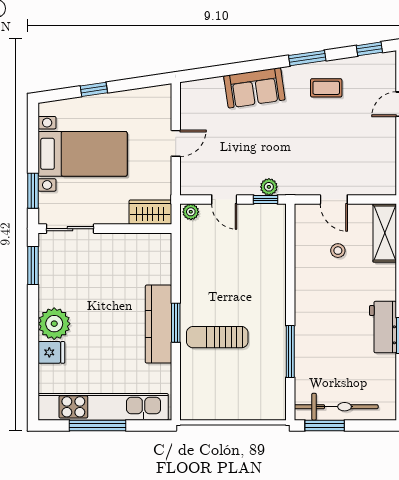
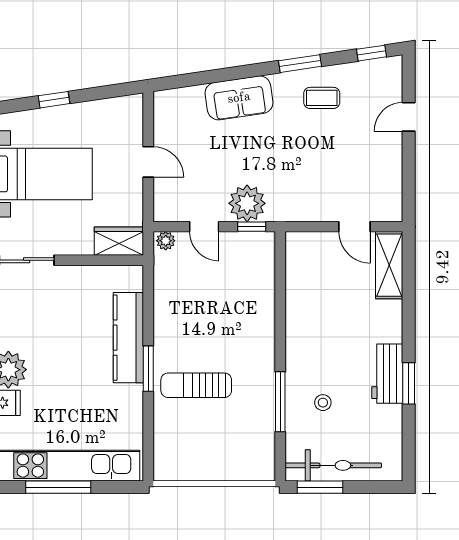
door: (176, 143) -> (148, 162), hinge flipped
plant: (269, 187) -> (247, 203), width x1.88, depth x1.88
door: (334, 200) -> (355, 227), moved
stool: (338, 251) -> (323, 403), moved
kitchen counter: (158, 324) -> (128, 338), moved

